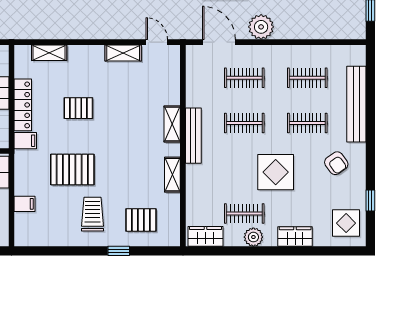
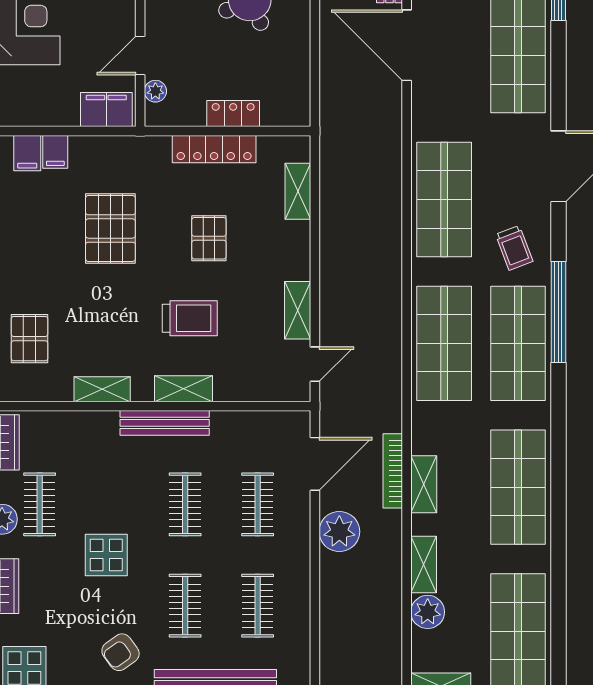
filing cabinet: (25, 141) -> (27, 153), moved
display table: (276, 172) -> (106, 555), width x0.73, depth x0.73
trolley: (93, 214) -> (190, 318), moved

